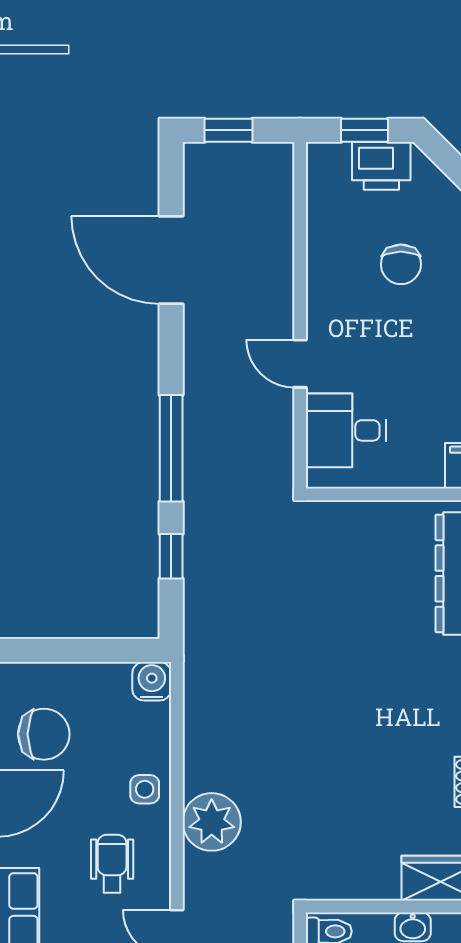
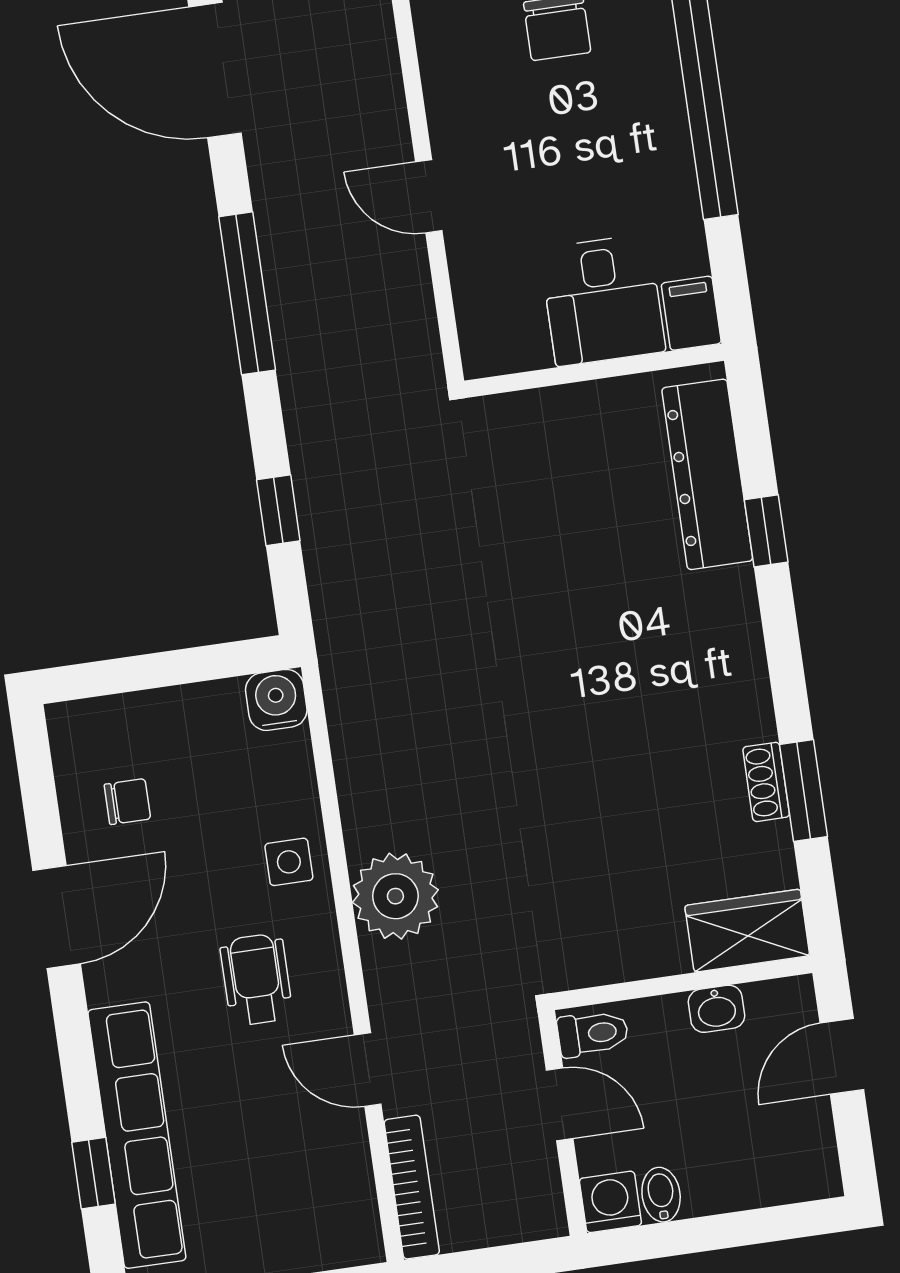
desk: (346, 430) -> (603, 300), moved, turned -90
window: (171, 448) -> (247, 293), moved
chair: (44, 734) -> (127, 802), width x0.54, depth x0.54

